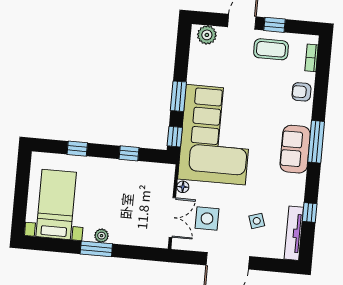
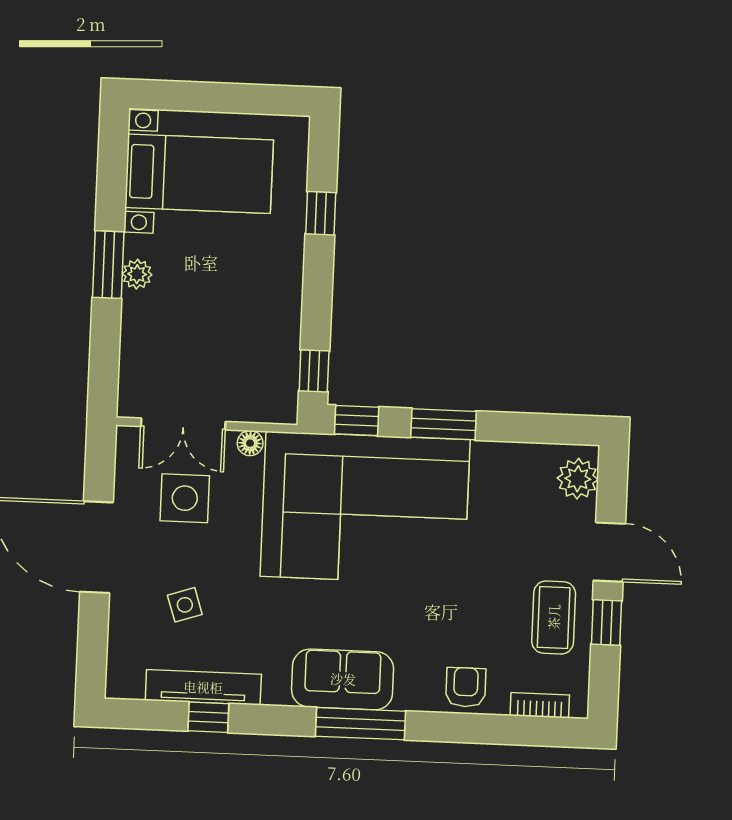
window: (129, 153) -> (314, 371), moved
tv unit: (294, 233) -> (203, 687), moved

